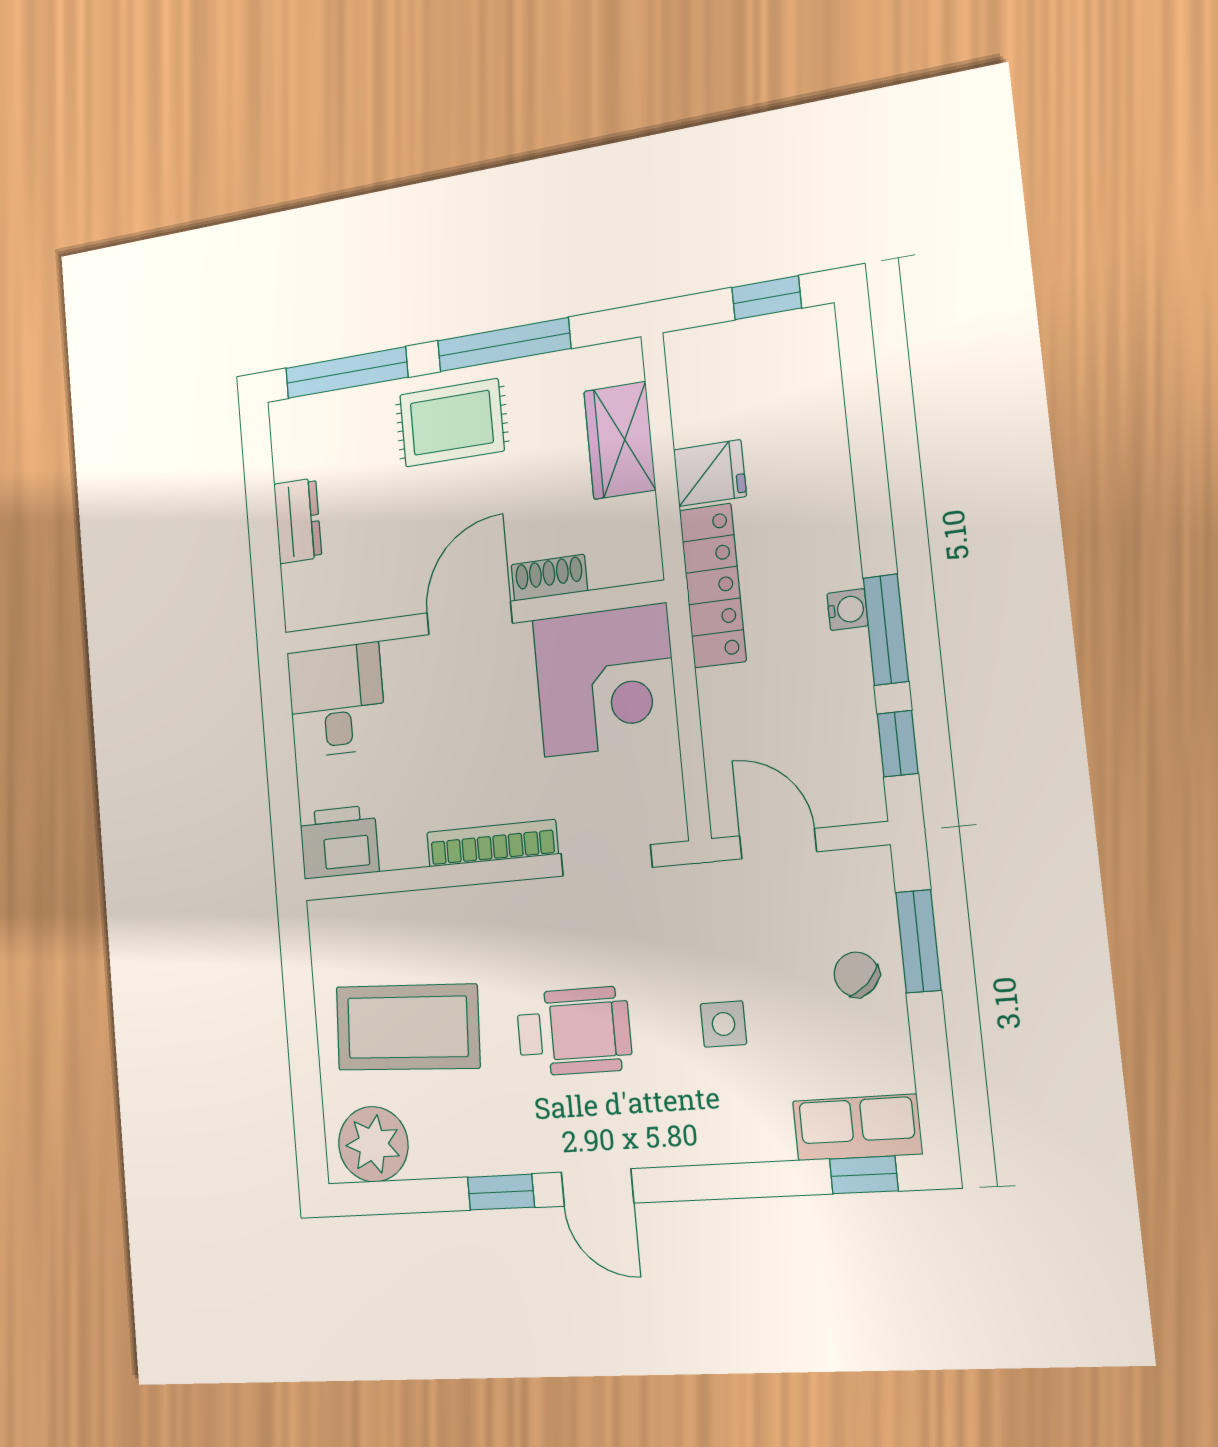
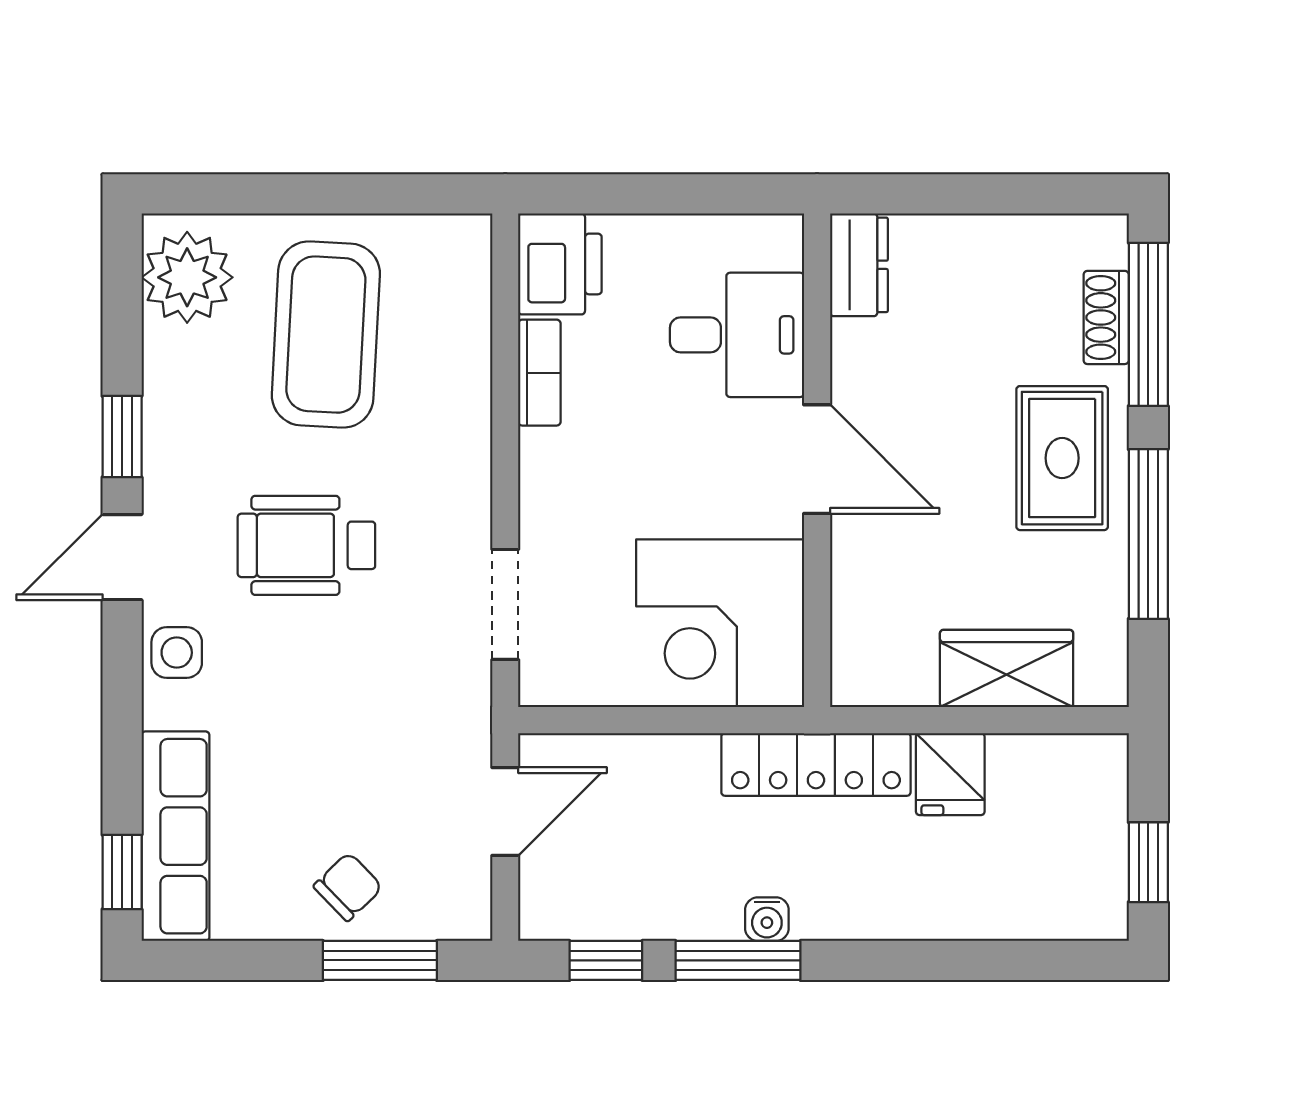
dresser: (298, 521) -> (859, 265), moved, turned -90
shoe rack: (549, 578) -> (1106, 317), moved, turned 180
desk: (337, 700) -> (737, 335), moved
bookcase: (492, 843) -> (539, 373), moved, width x0.64
side table: (723, 1024) -> (177, 653), moved
wheelchair: (574, 1031) -> (306, 545), turned 90
row of seats: (857, 1128) -> (175, 836), width x1.48

